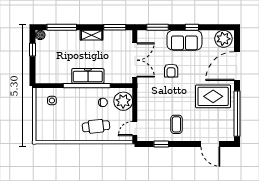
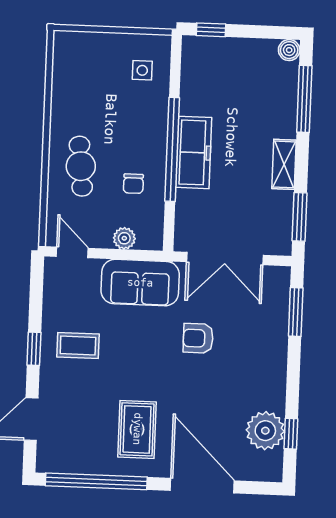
window: (192, 27) -> (291, 434), moved
plant: (223, 39) -> (265, 431), moved
sofa: (184, 40) -> (140, 283), moved, turned -90
window: (33, 50) -> (211, 30), moved
rug: (213, 96) -> (137, 429), width x0.73, depth x0.70
plant: (123, 101) -> (124, 238), width x0.53, depth x0.53
window: (161, 144) -> (34, 349), moved

